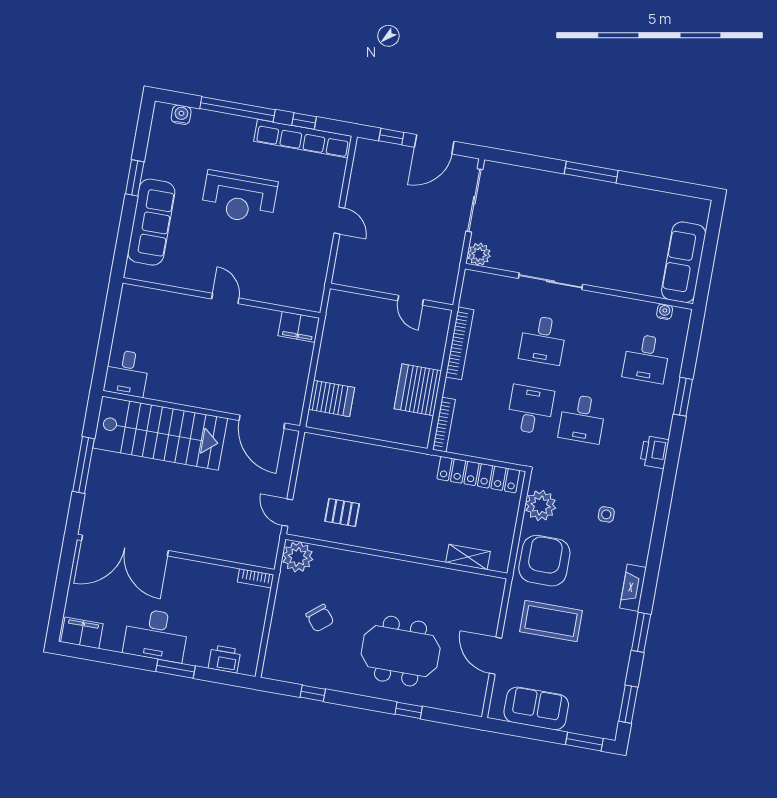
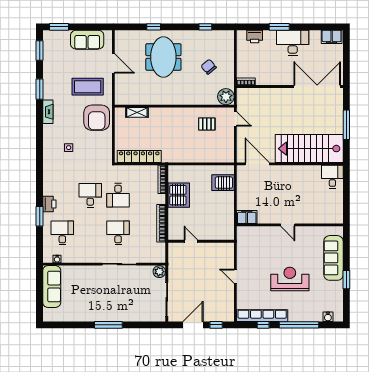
printer: (654, 452) -> (49, 204), moved
plant: (541, 505) -> (104, 146), removed
meeting table: (401, 651) -> (163, 57), turned 90

